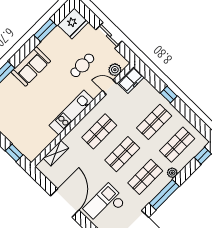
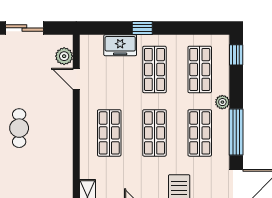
cafe table: (82, 65) -> (19, 128), moved
freezer: (131, 80) -> (120, 45), moved, turned 90
door: (110, 87) -> (76, 79), hinge flipped
kitchen unit: (71, 112) -> (63, 141), removed

